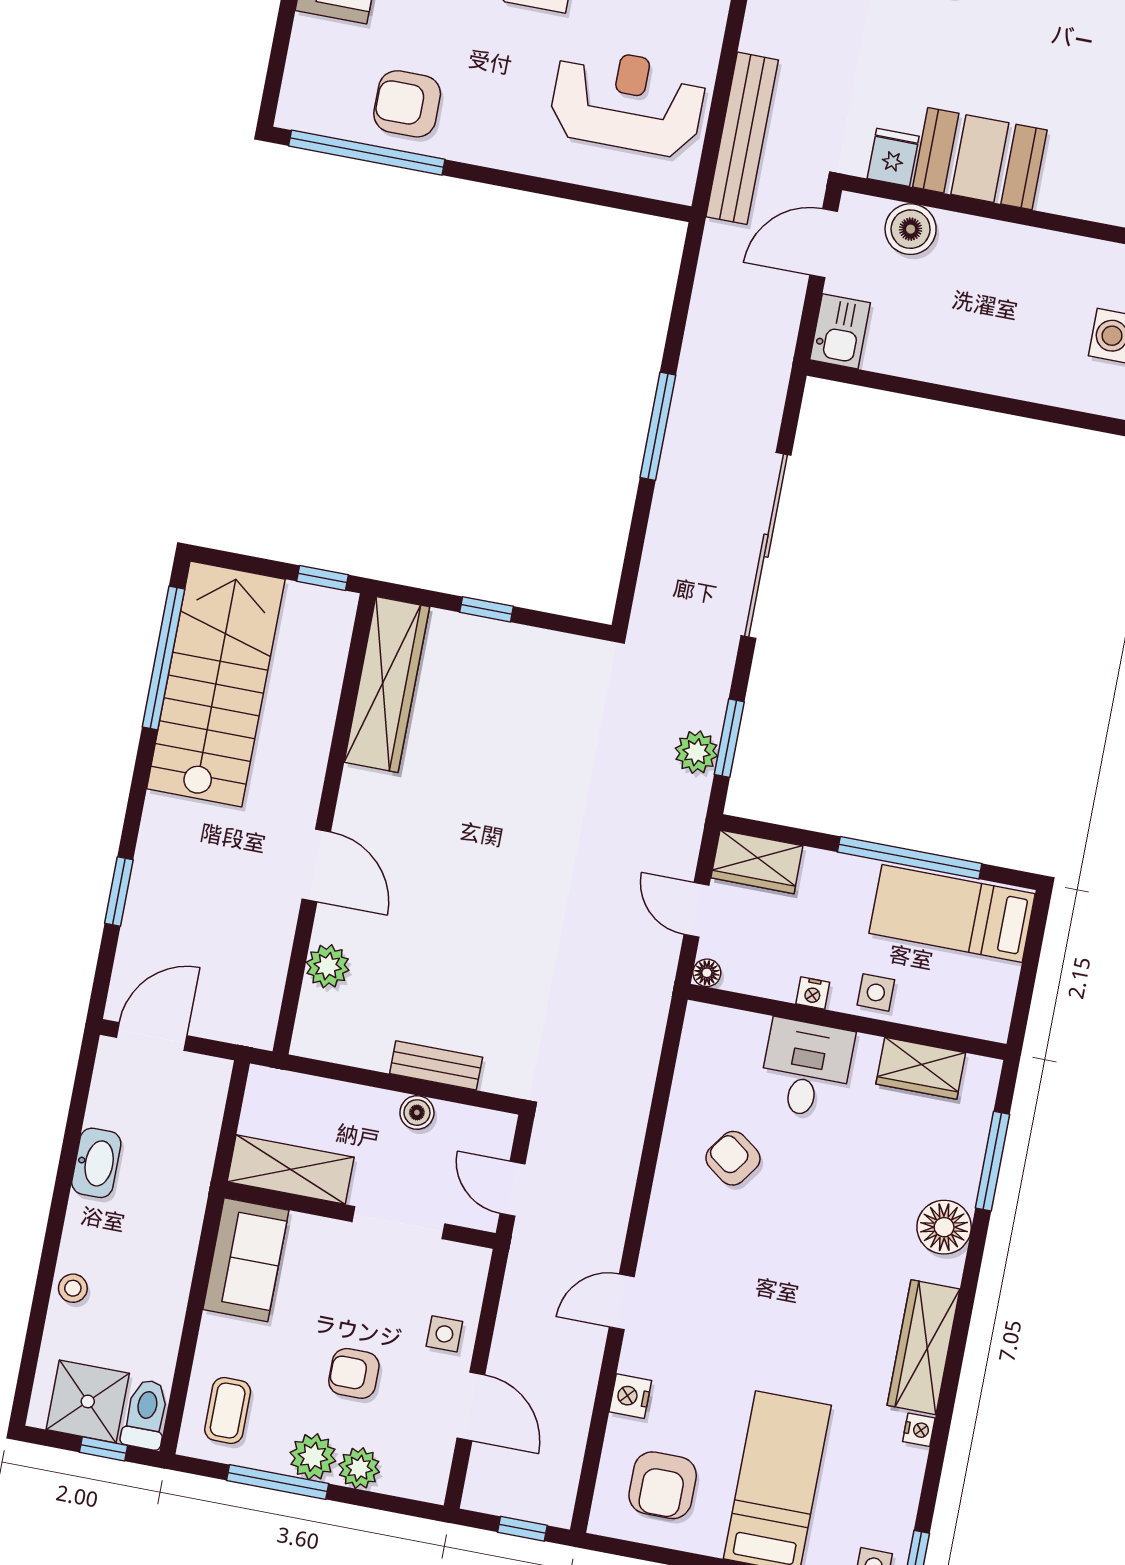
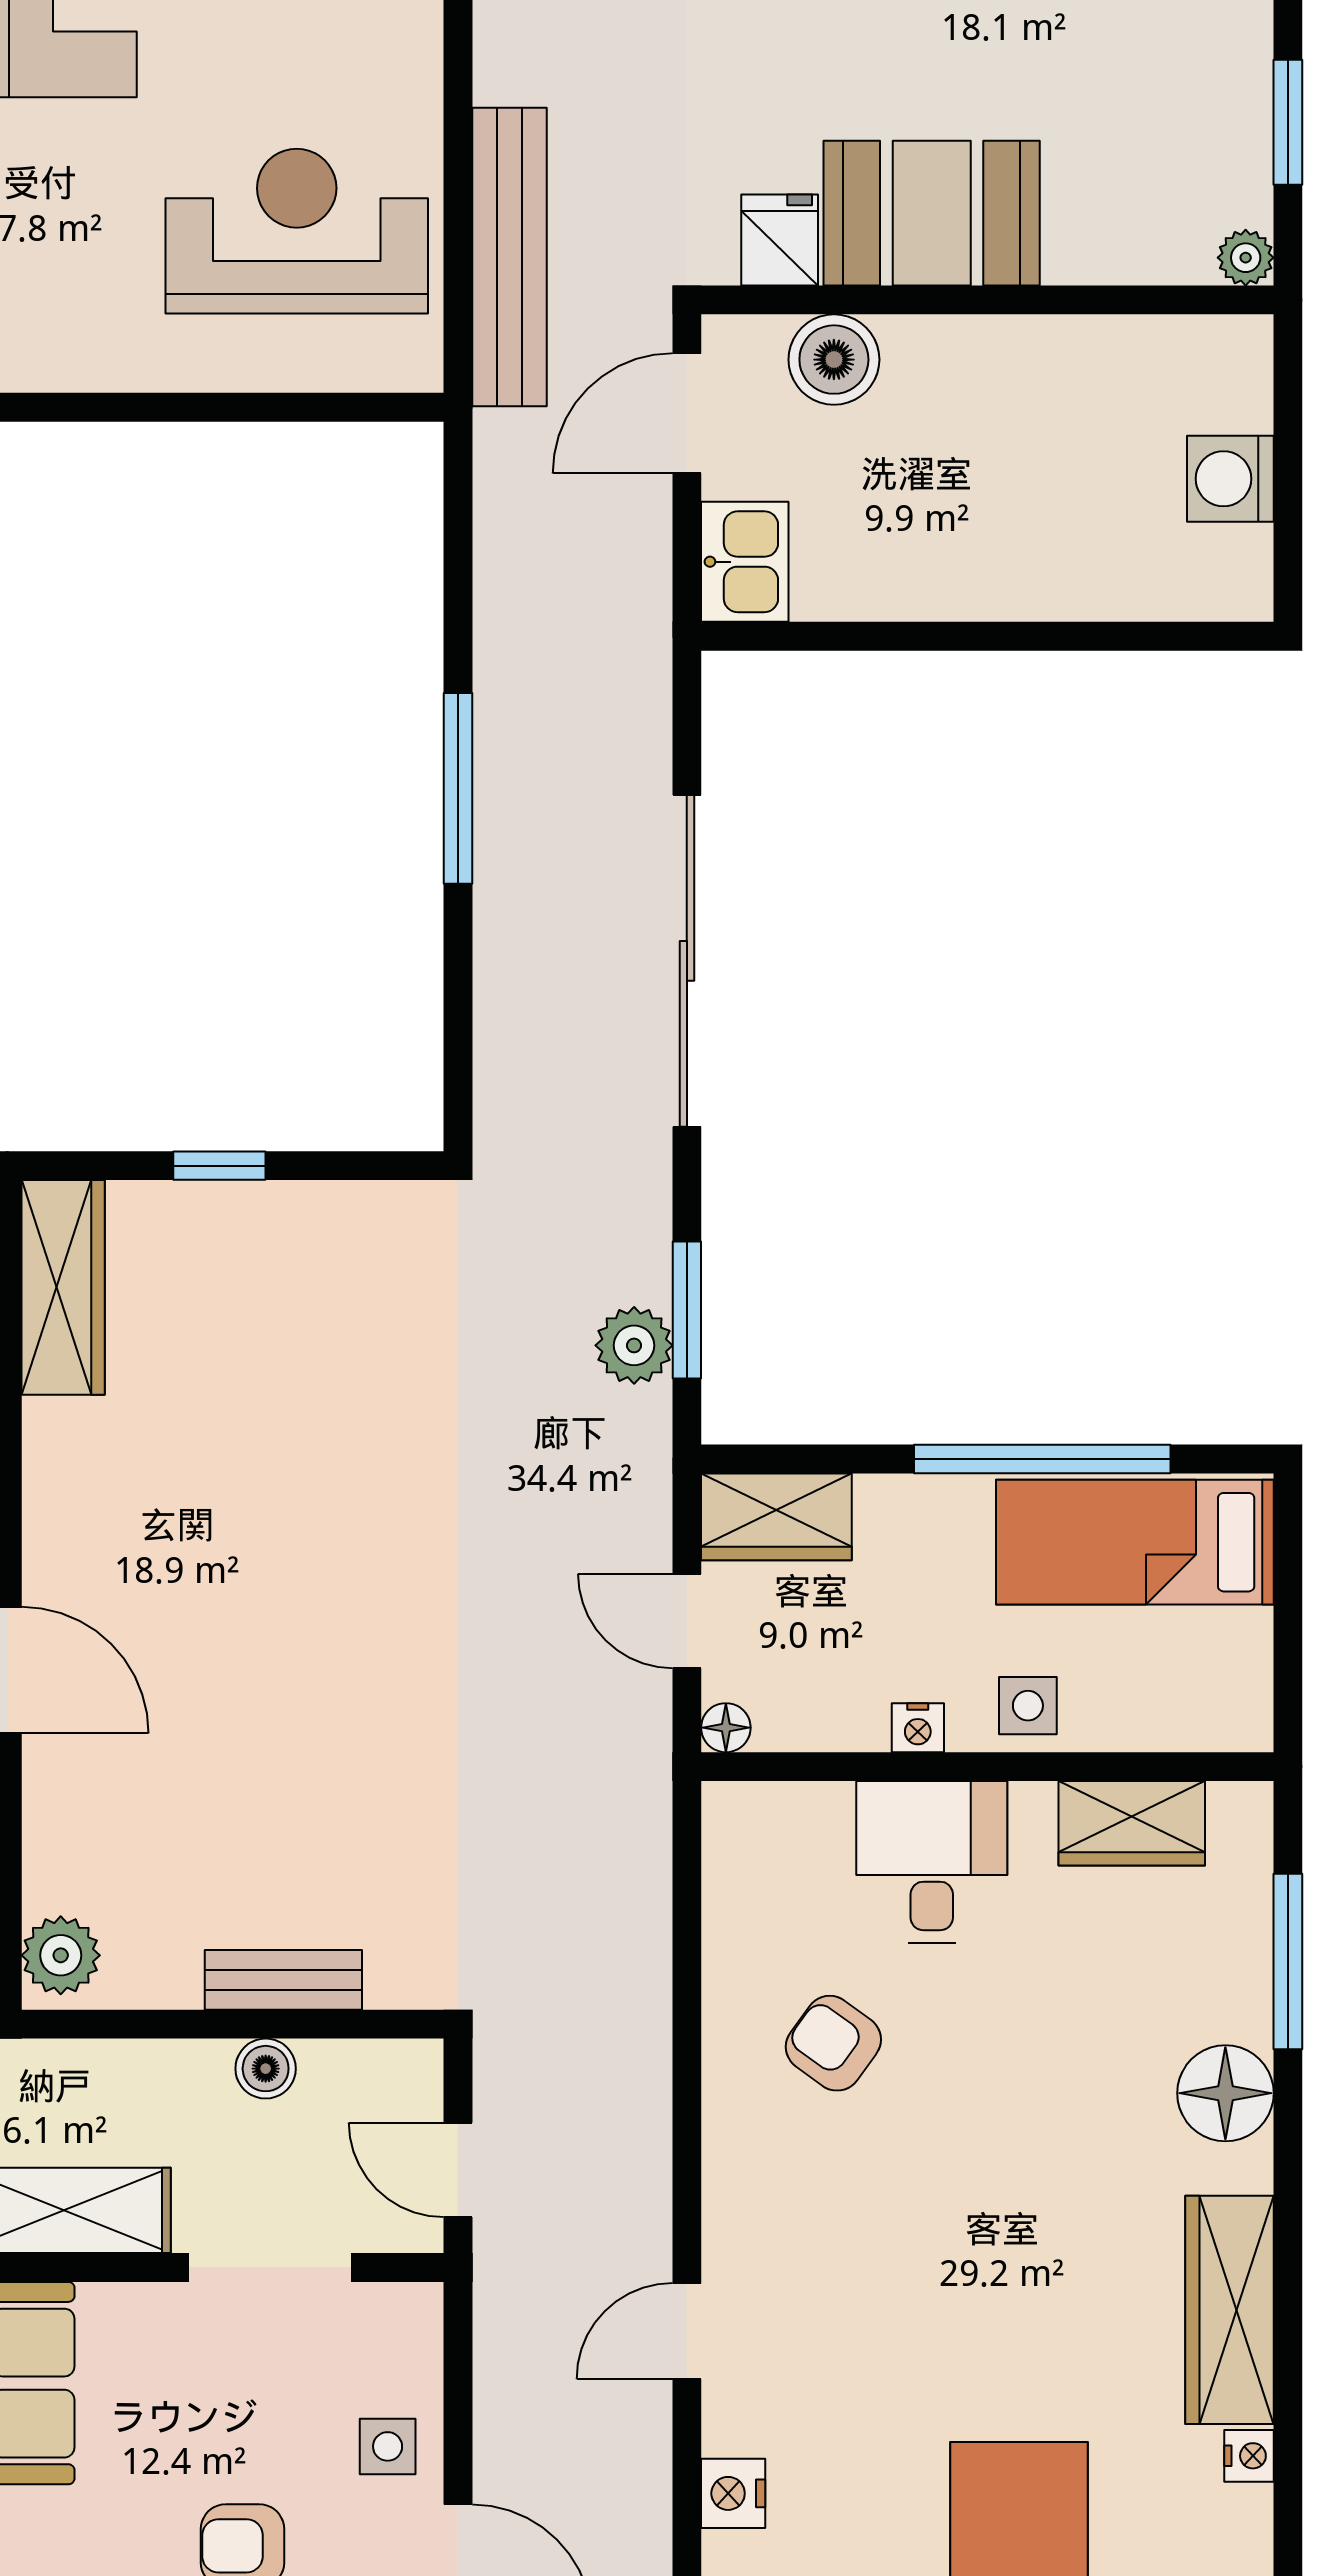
wardrobe: (387, 684) -> (63, 1287), width x0.71, depth x0.85
plant: (328, 966) -> (61, 1955), moved

